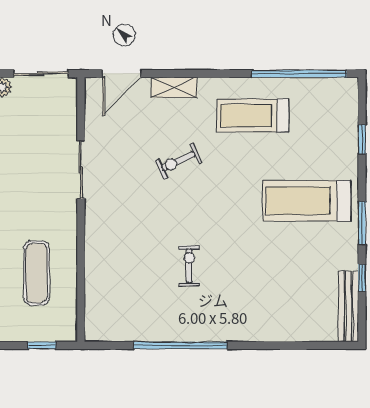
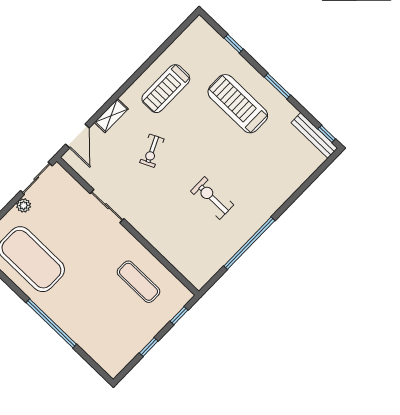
window: (299, 74) -> (167, 43), removed
treadmill: (307, 201) -> (238, 104), turned 90
exercise bike: (189, 266) -> (212, 198), width x1.38, depth x1.39
window: (362, 278) -> (327, 134), moved

